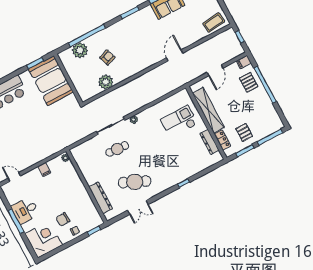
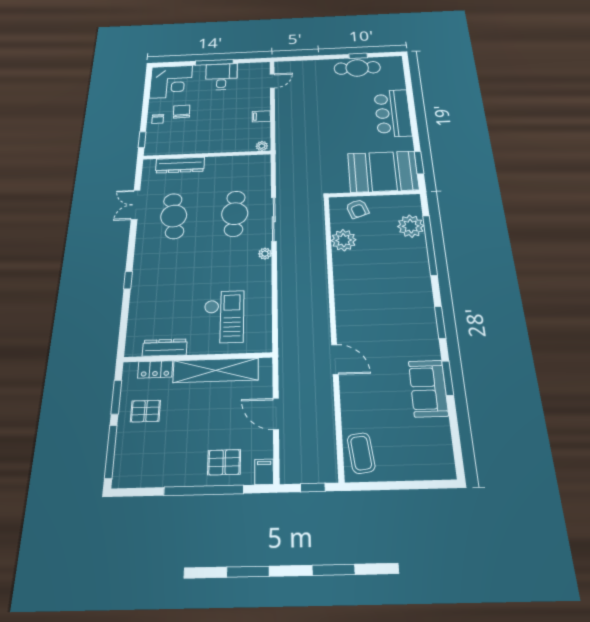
armchair: (107, 57) -> (357, 209), moved
cafe table: (117, 149) -> (235, 214), width x1.37, depth x1.35
cafe table: (135, 182) -> (174, 216), turned -30

